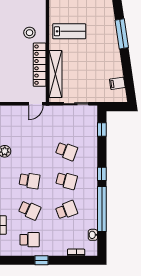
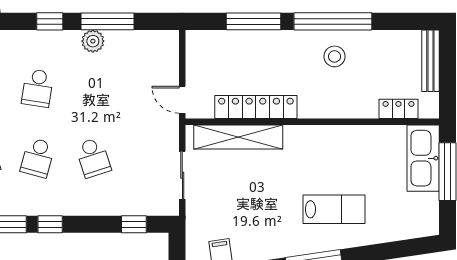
lab bench: (69, 31) -> (334, 209), moved, turned -90
stool: (29, 33) -> (335, 56), moved
school desk: (66, 151) -> (93, 158), turned -39

